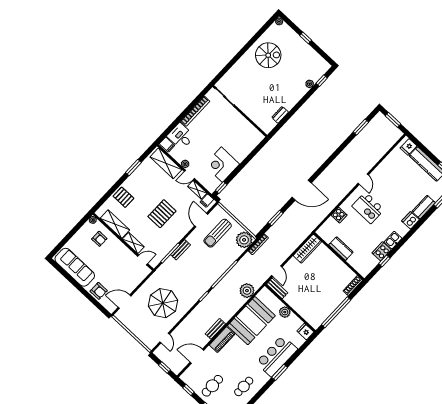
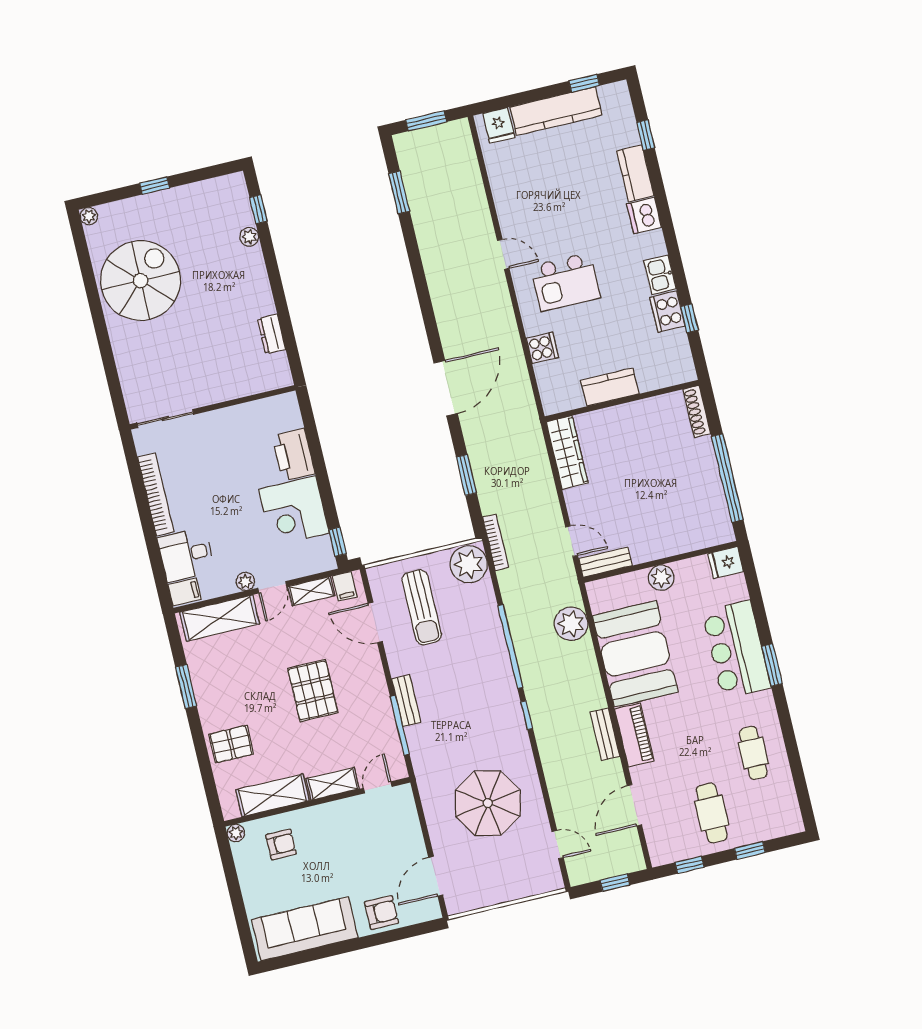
spiral stairs: (268, 55) -> (141, 281), width x1.37, depth x1.37
printer: (242, 151) -> (294, 455), added

